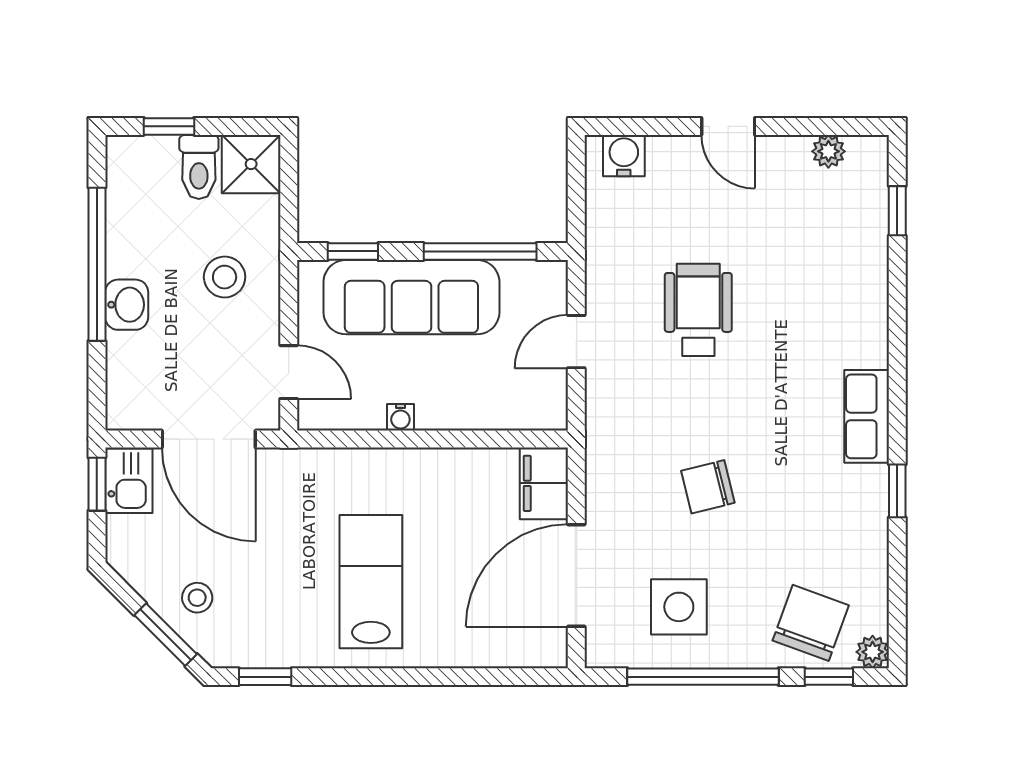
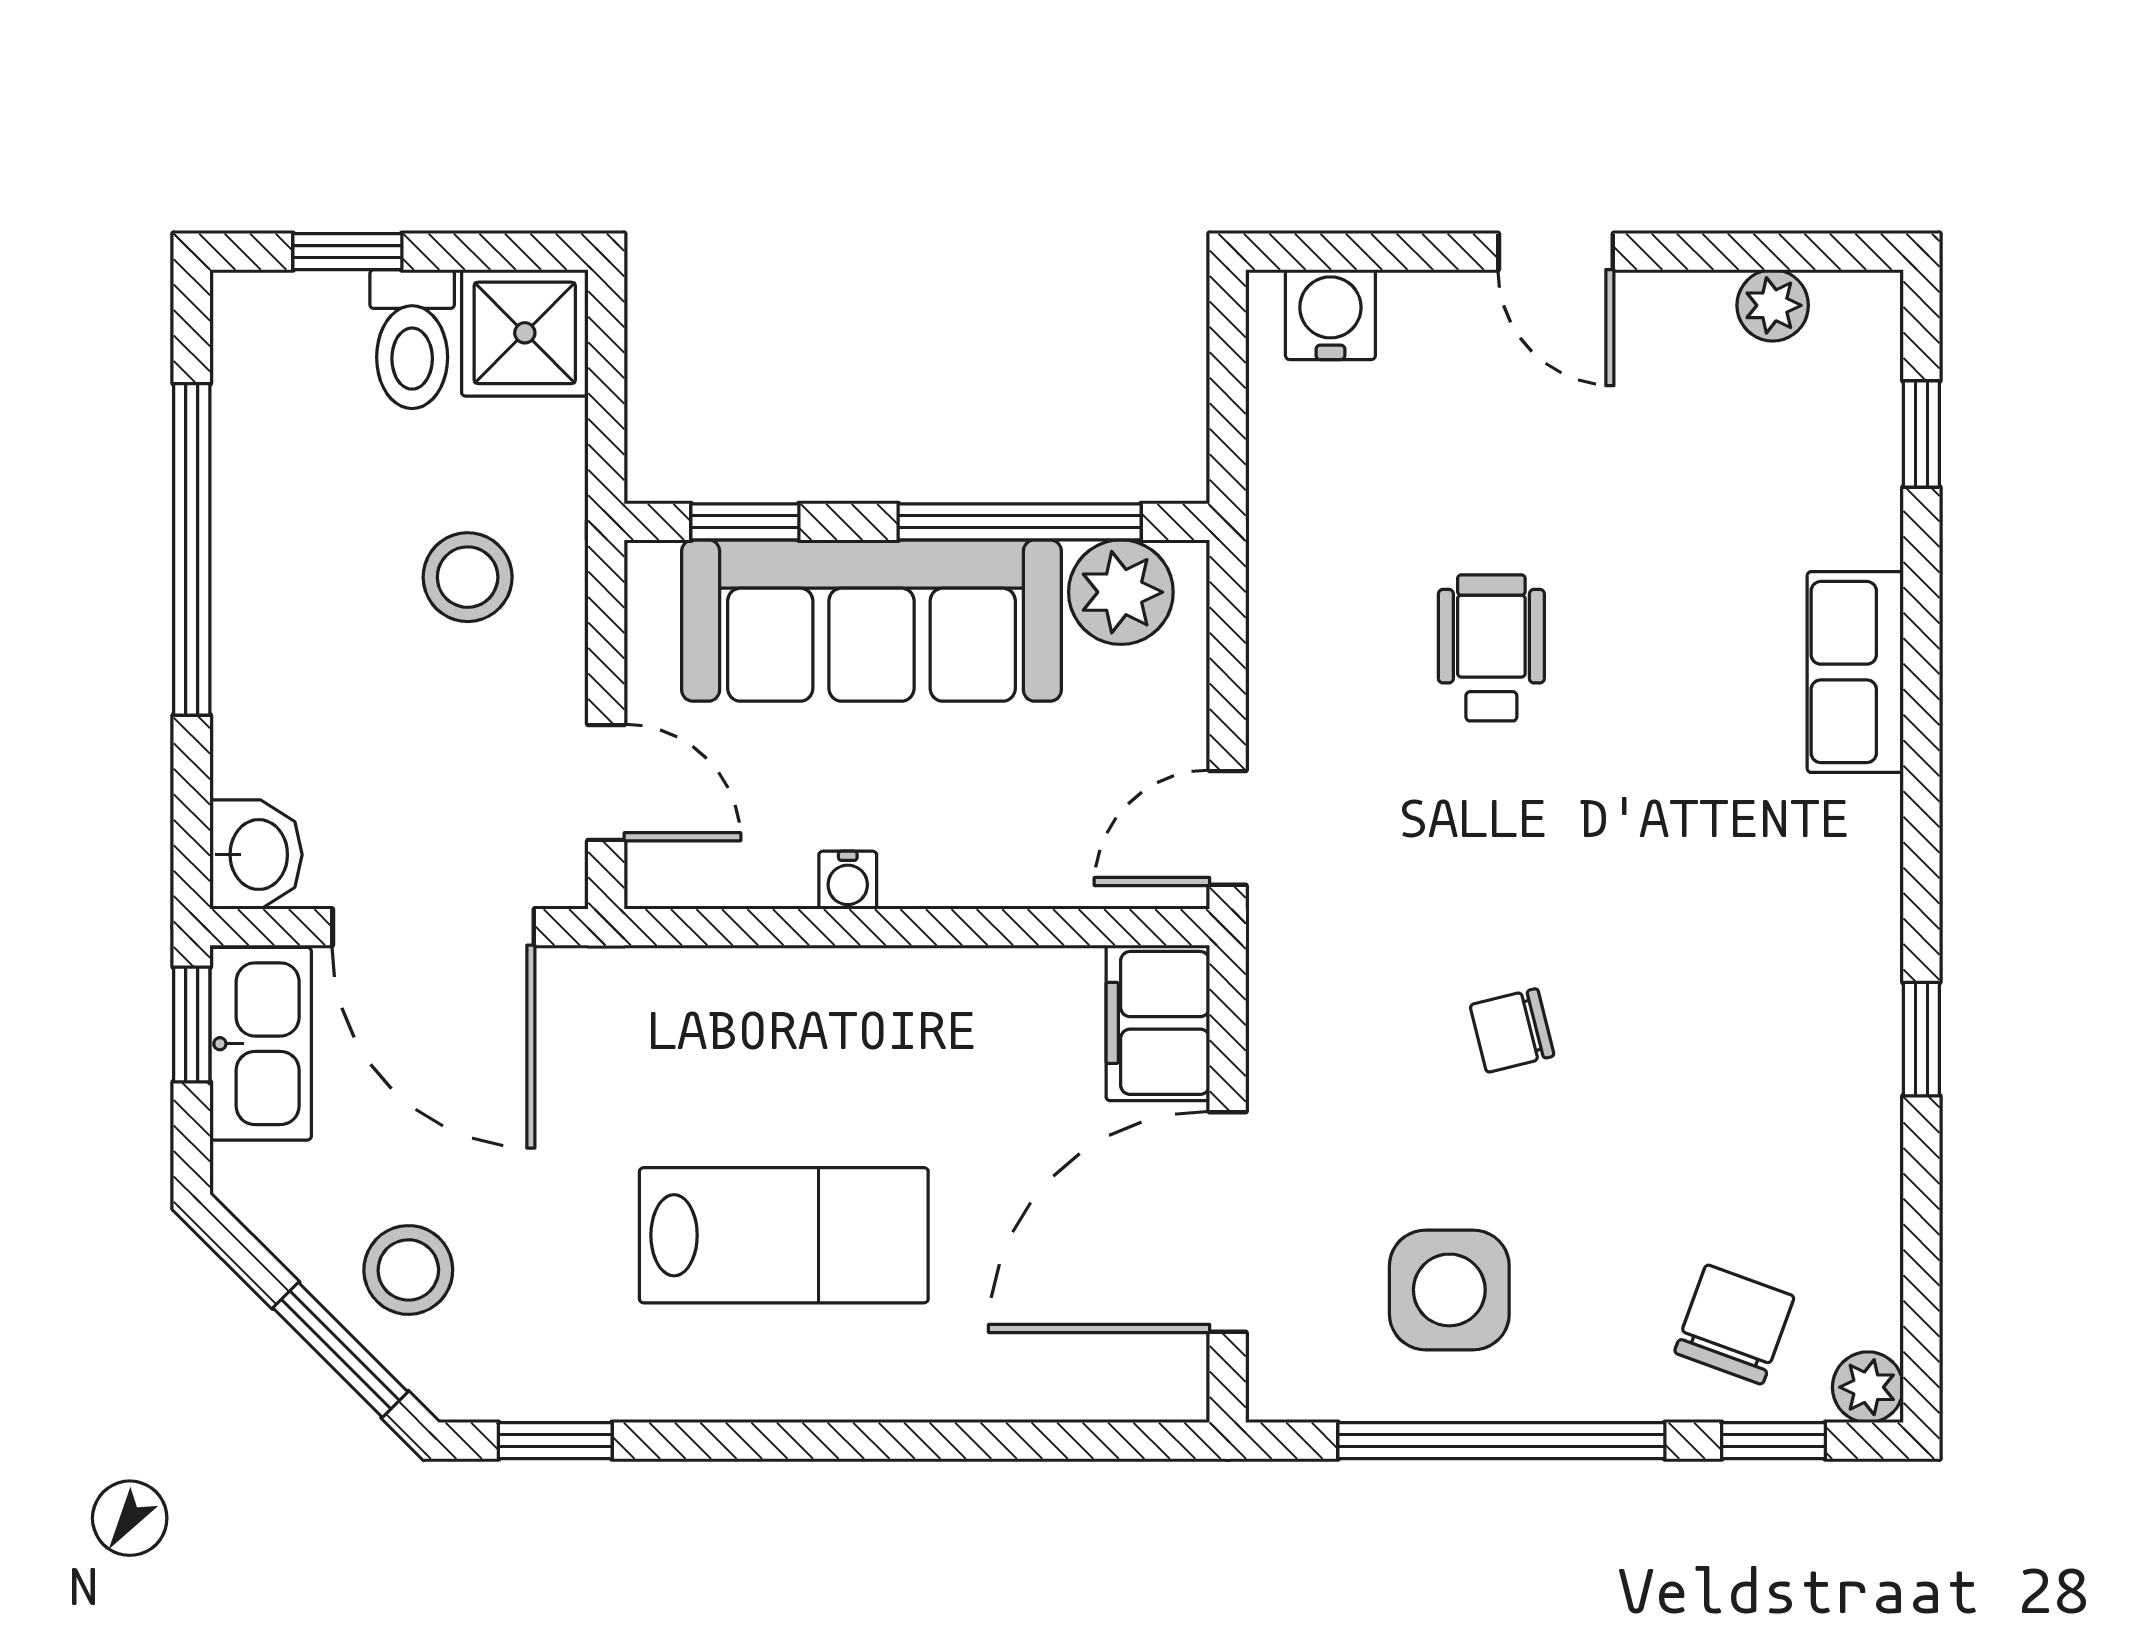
plant: (527, 284) -> (1121, 592), added
washbasin: (127, 305) -> (256, 855), moved
wheelchair: (698, 310) -> (1491, 648), width x0.73, depth x0.73
door: (576, 342) -> (1228, 828), moved
row of seats: (867, 416) -> (1855, 672), moved
kitchen sink: (129, 481) -> (261, 1044), width x1.38
chair: (708, 487) -> (1512, 1030), width x0.73, depth x0.73
lab bench: (371, 582) -> (784, 1235), turned 90
stool: (197, 598) -> (408, 1270), width x1.37, depth x1.37
chair: (811, 623) -> (1734, 1325), width x0.73, depth x0.73

